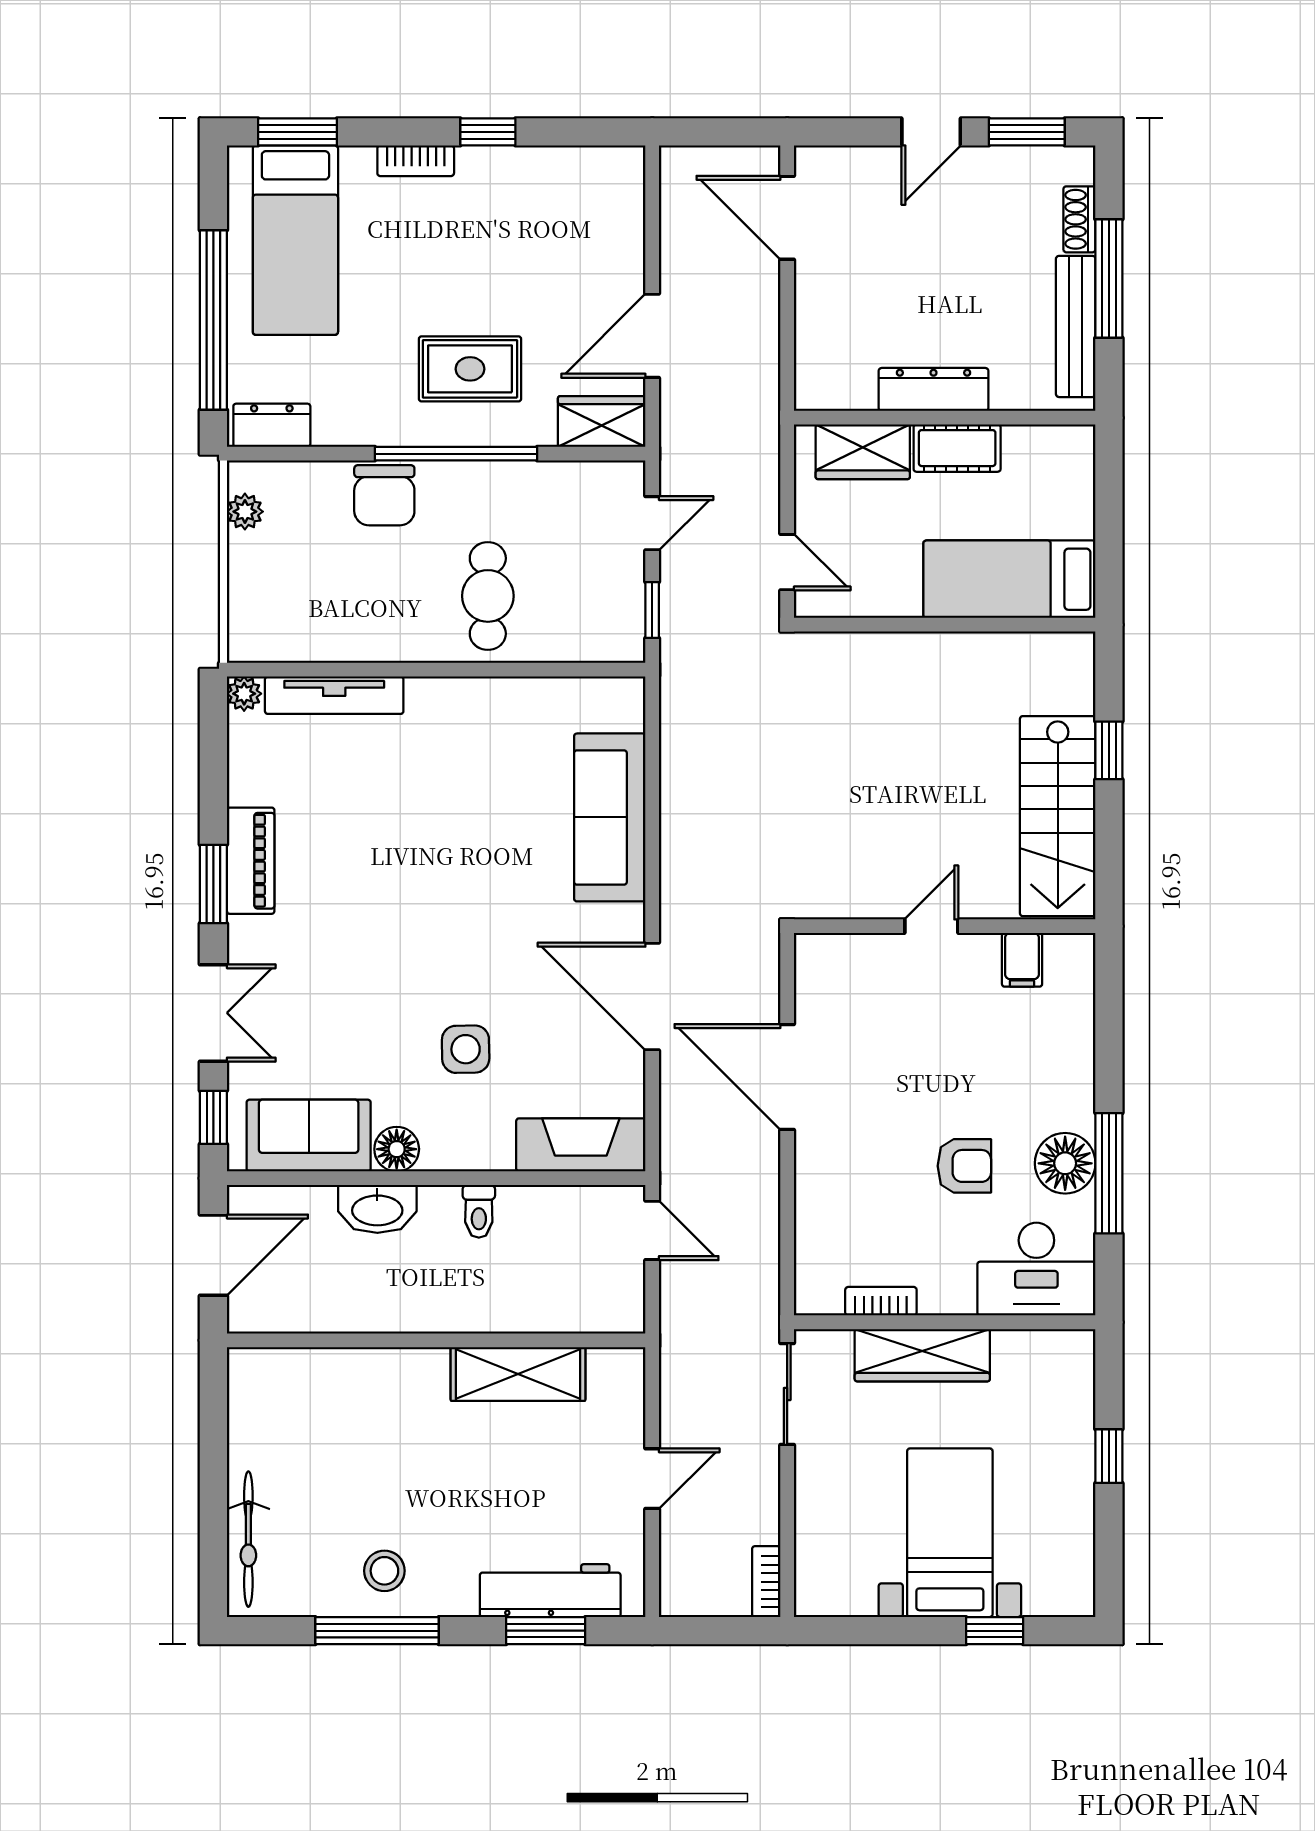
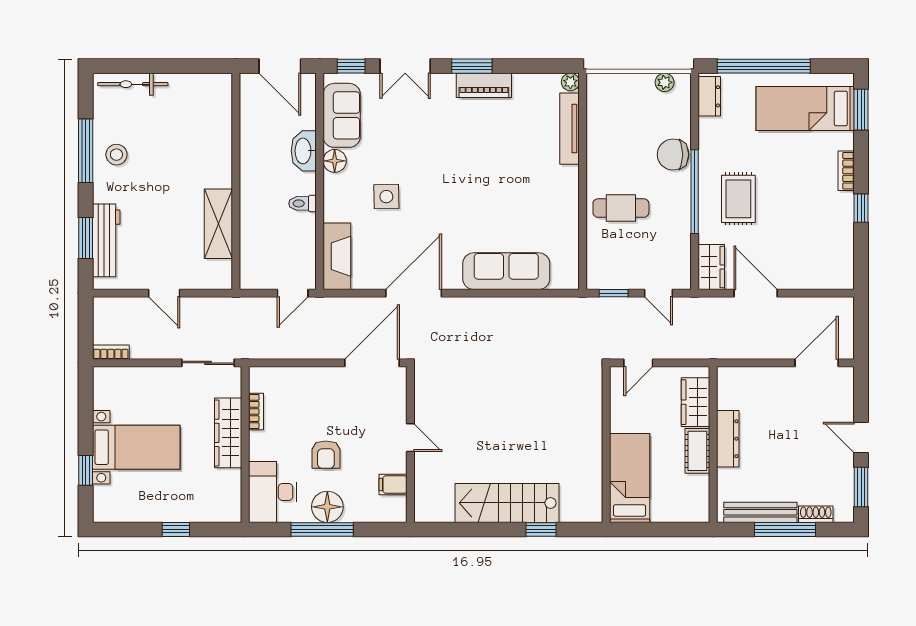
door: (931, 926) -> (410, 438), moved
wall: (945, 926) -> (410, 444), moved
filing cabinet: (1022, 960) -> (393, 484), moved

